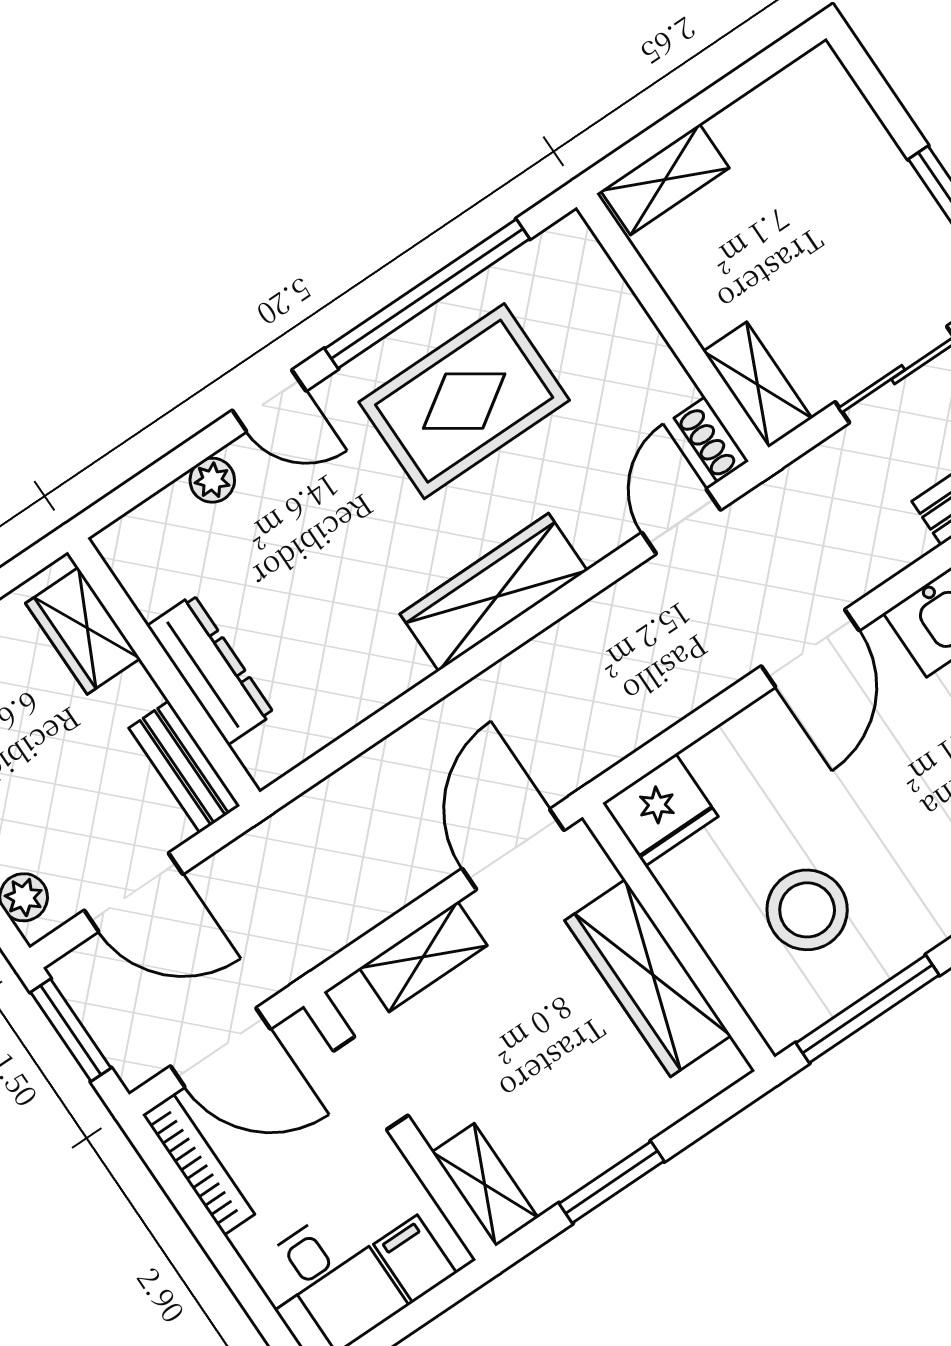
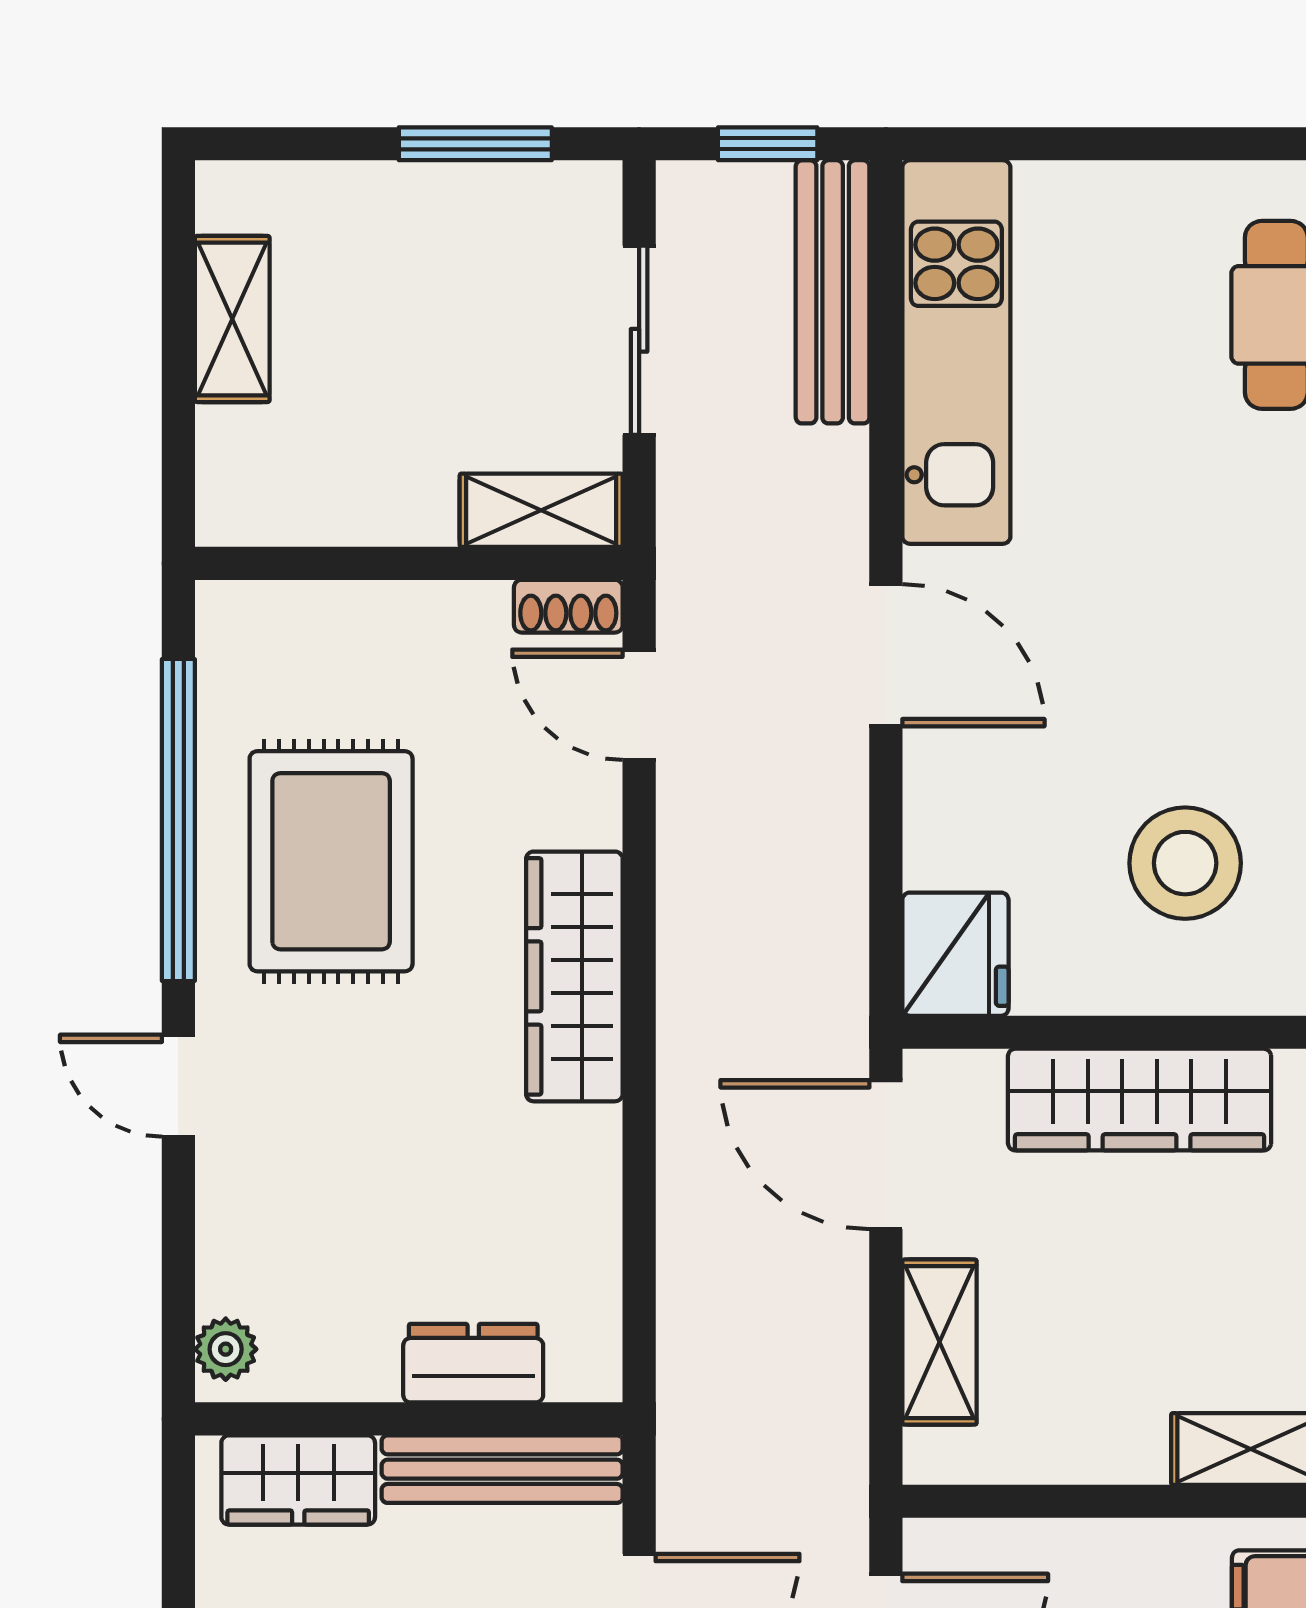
shelving: (665, 179) -> (232, 319), moved
door: (269, 401) -> (178, 1086), swing flipped
plant: (212, 480) -> (226, 1349), moved
dresser: (211, 670) -> (473, 1363), width x0.70
bench: (184, 767) -> (502, 1469), width x1.36
doorway: (371, 1083) -> (1044, 1501), removed

